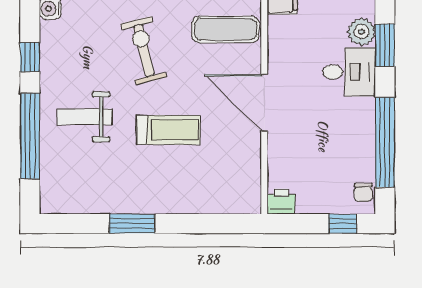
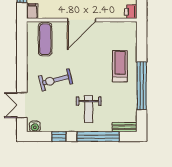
treadmill: (168, 130) -> (120, 66), moved
bench: (49, 189) -> (125, 127), added
window: (132, 224) -> (142, 86), width x2.11

